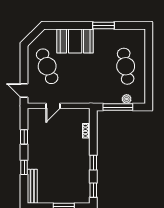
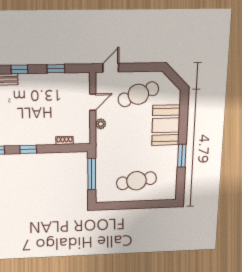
plant: (127, 99) -> (101, 124), moved
door: (53, 106) -> (93, 102), swing flipped

